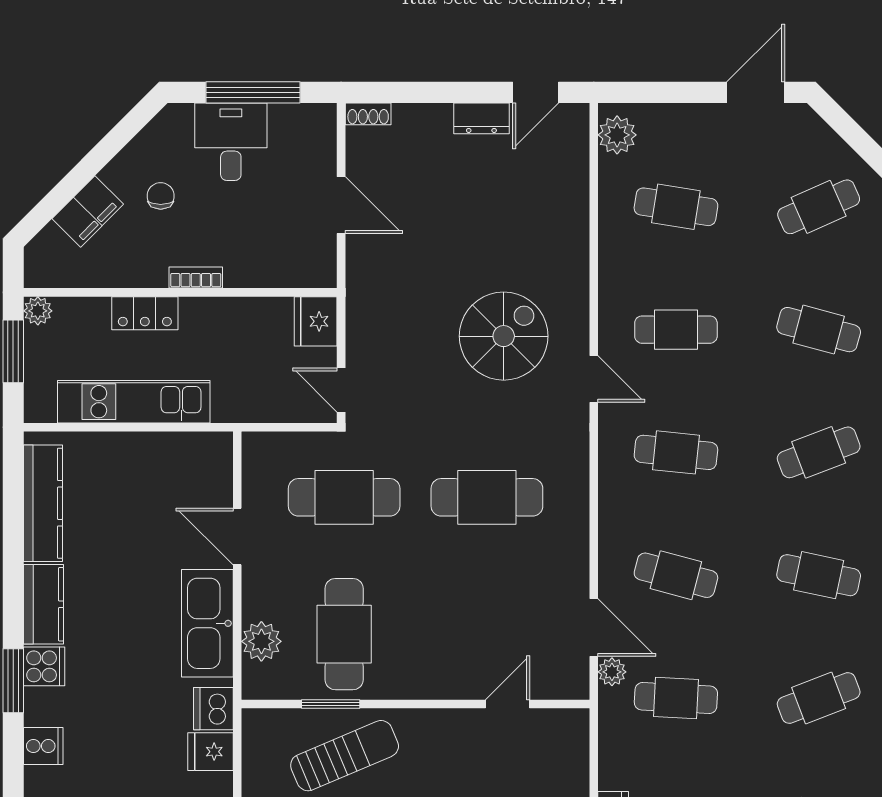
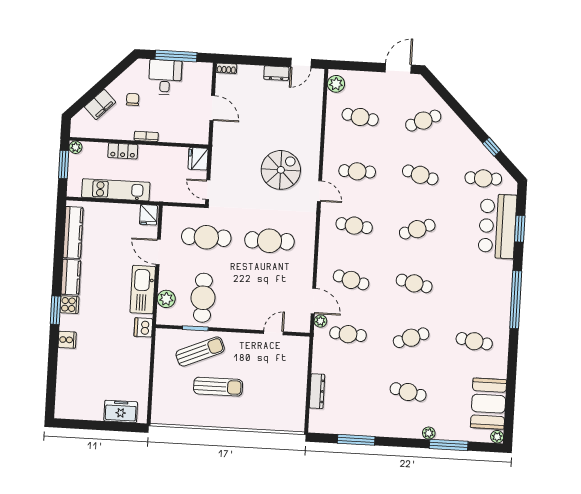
fridge: (211, 752) -> (148, 215), moved, turned -90

